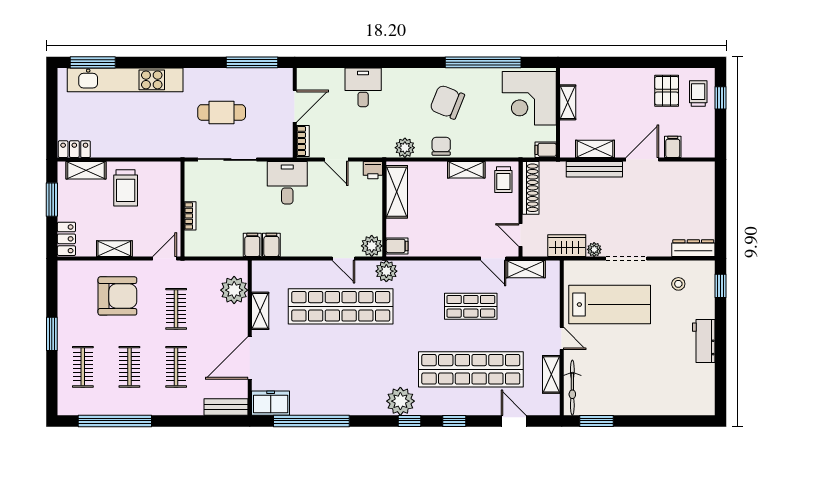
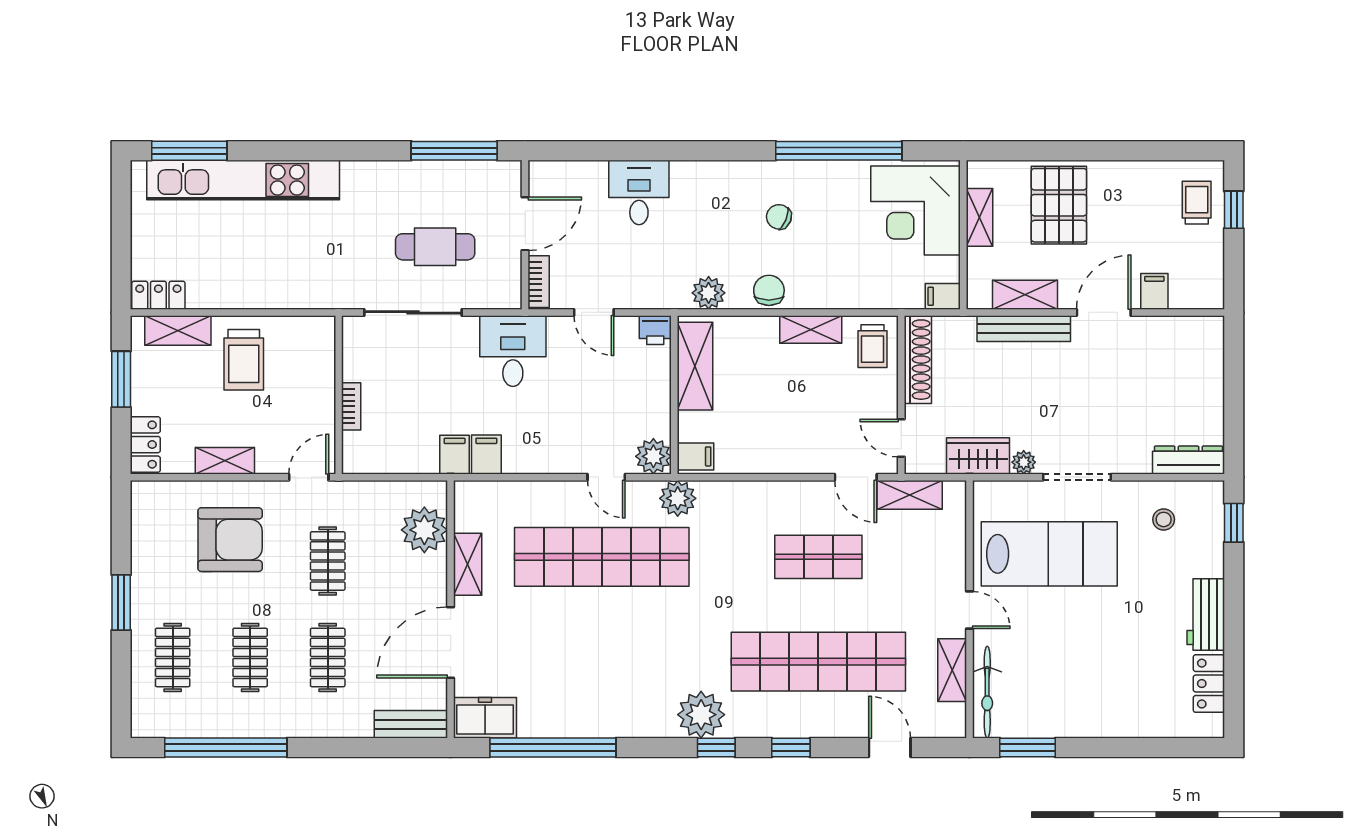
pallet: (667, 91) -> (1059, 205), moved, width x1.50, depth x1.42
chair: (447, 102) -> (779, 217), width x0.54, depth x0.54
cafe table: (222, 112) -> (435, 247), moved
locker: (706, 382) -> (1209, 684), added

